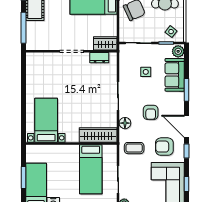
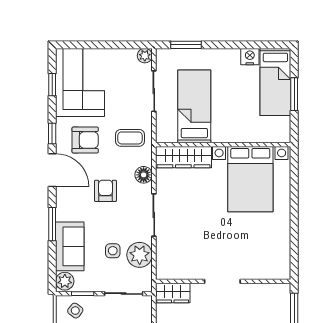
dresser: (99, 58) -> (182, 272), removed
plant: (128, 69) -> (140, 255), added
bed with nightstands: (46, 120) -> (250, 179), width x1.36

